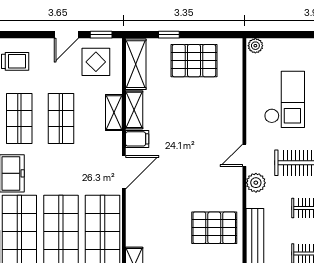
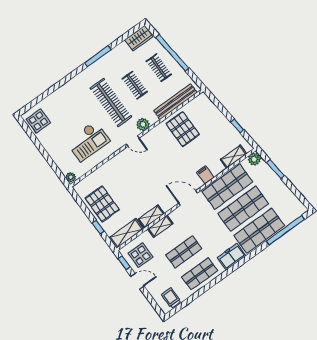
checkout: (284, 99) -> (88, 141), turned 180
filing cabinet: (137, 139) -> (205, 175), moved

